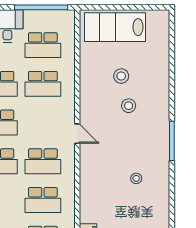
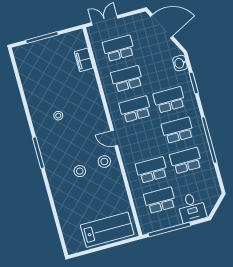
stool: (121, 76) -> (104, 162), moved

